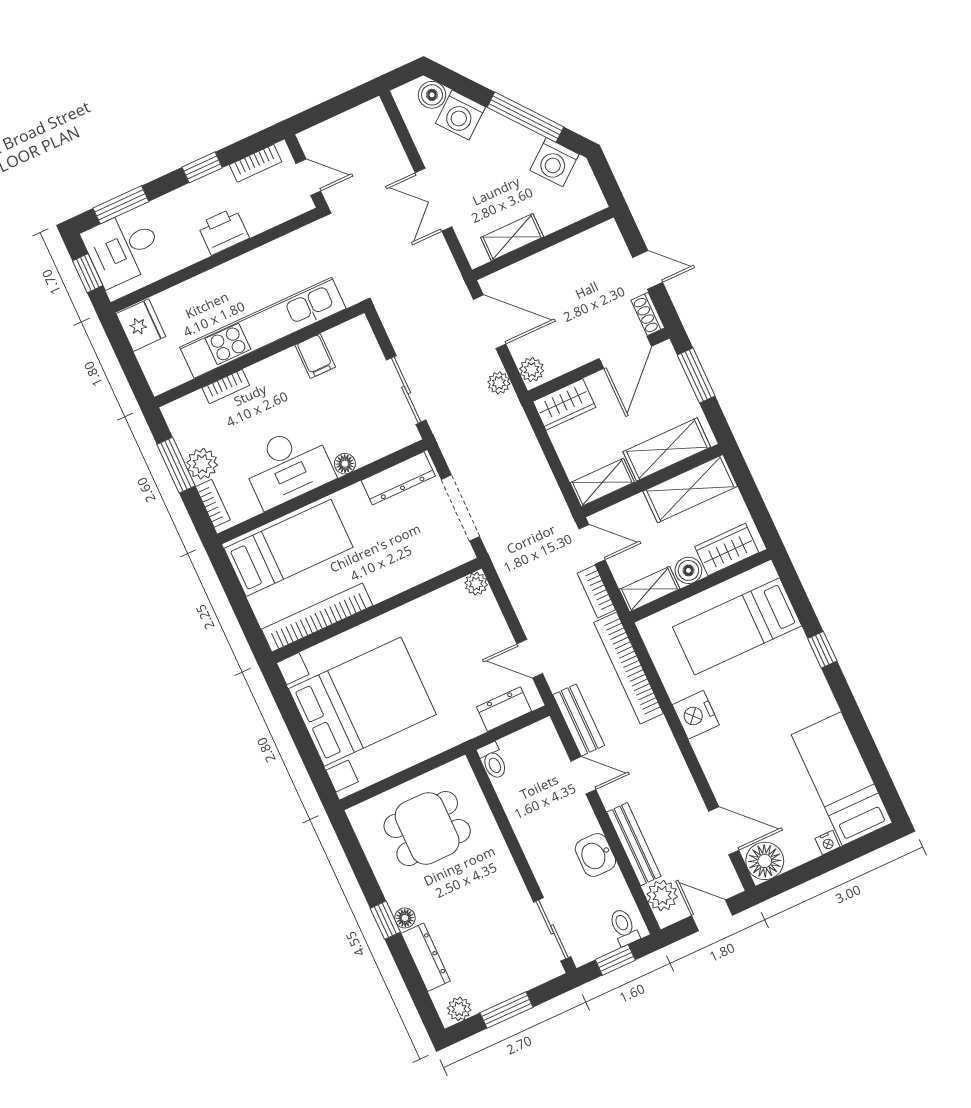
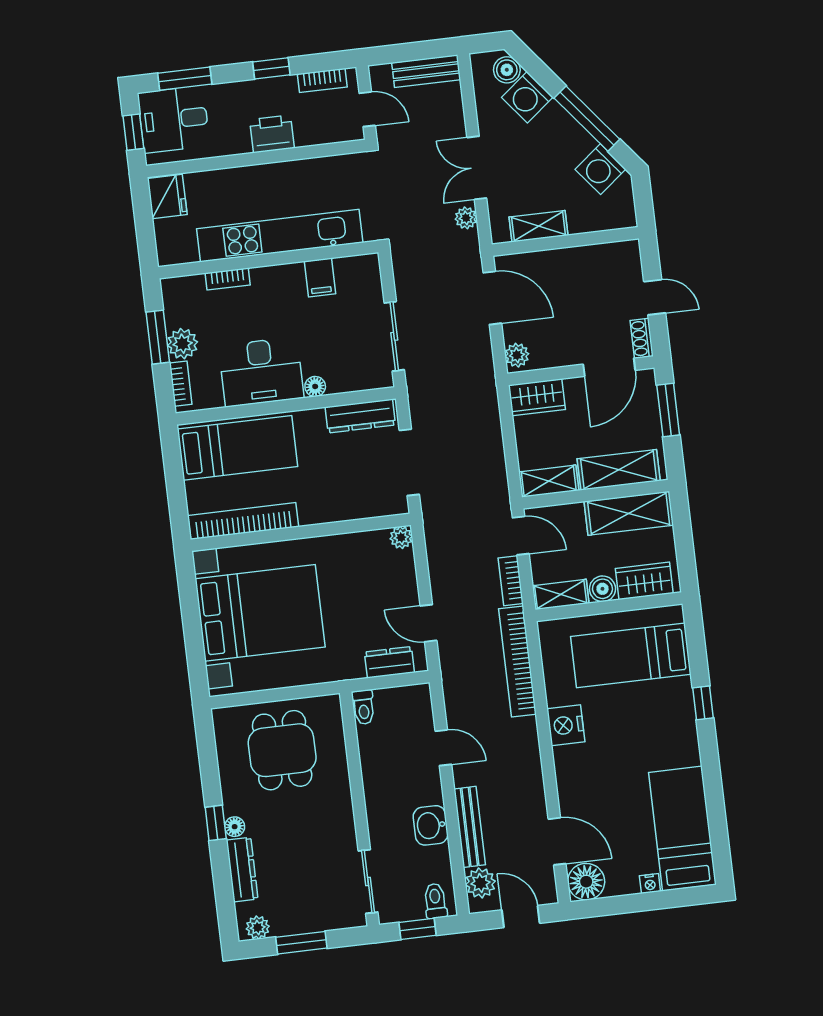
plant: (499, 383) -> (466, 218), moved
bench: (579, 720) -> (426, 71), moved, turned 90
dining table: (427, 828) -> (282, 750), turned 90

